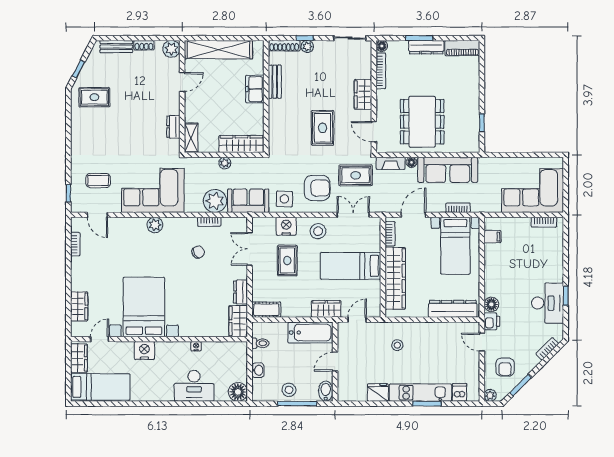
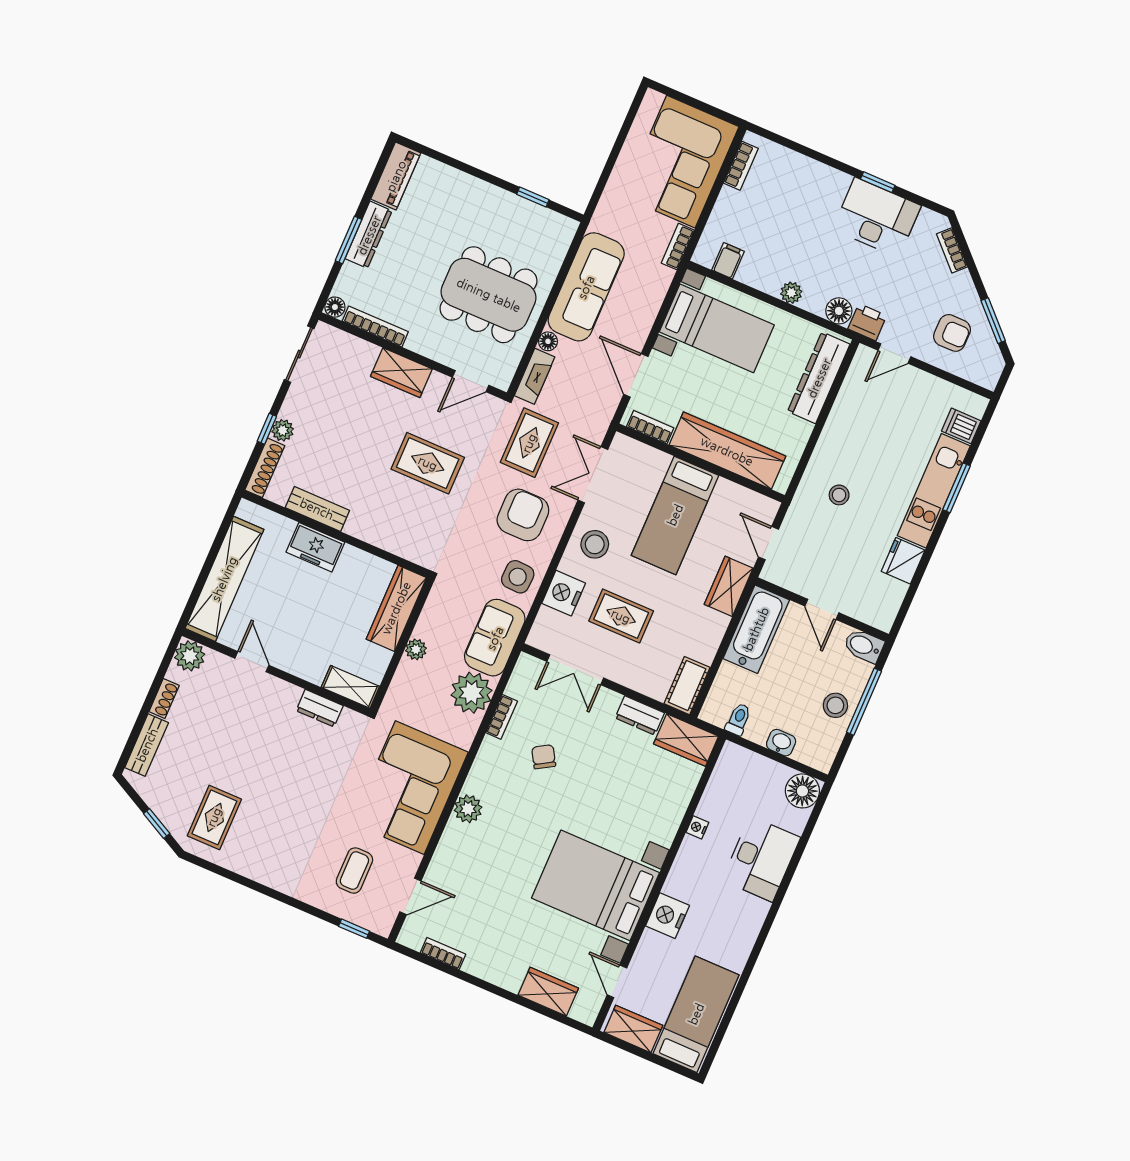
bookcase: (458, 208) -> (678, 247), moved
plant: (490, 395) -> (791, 293), moved

